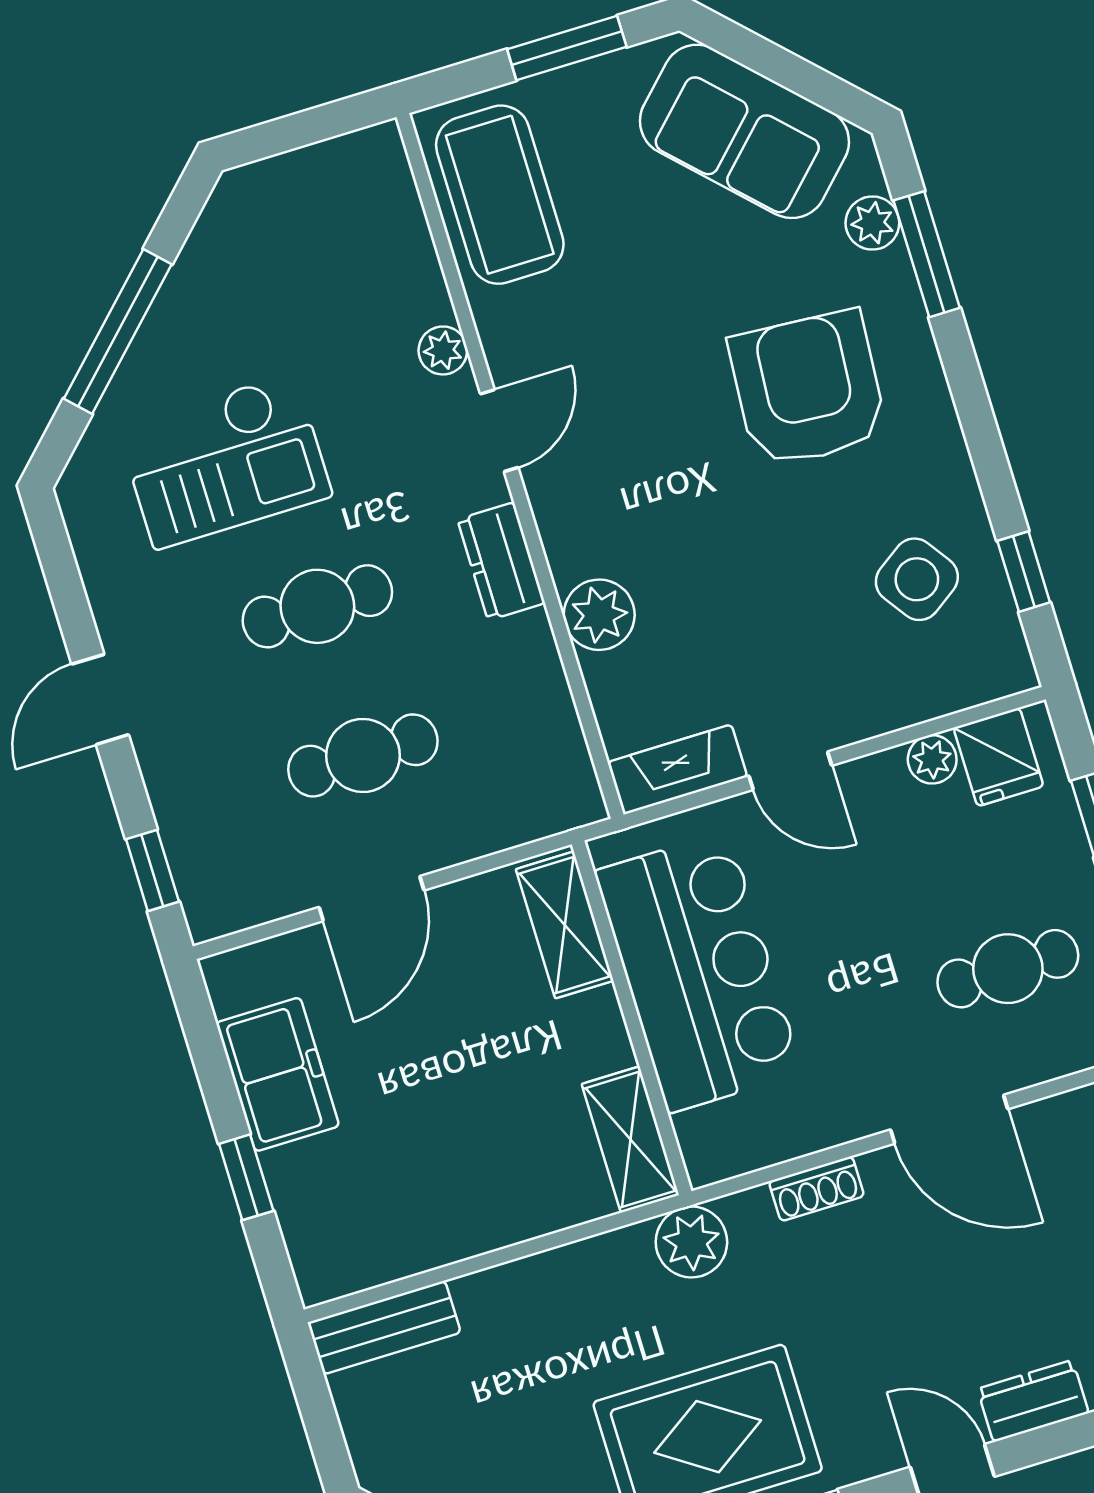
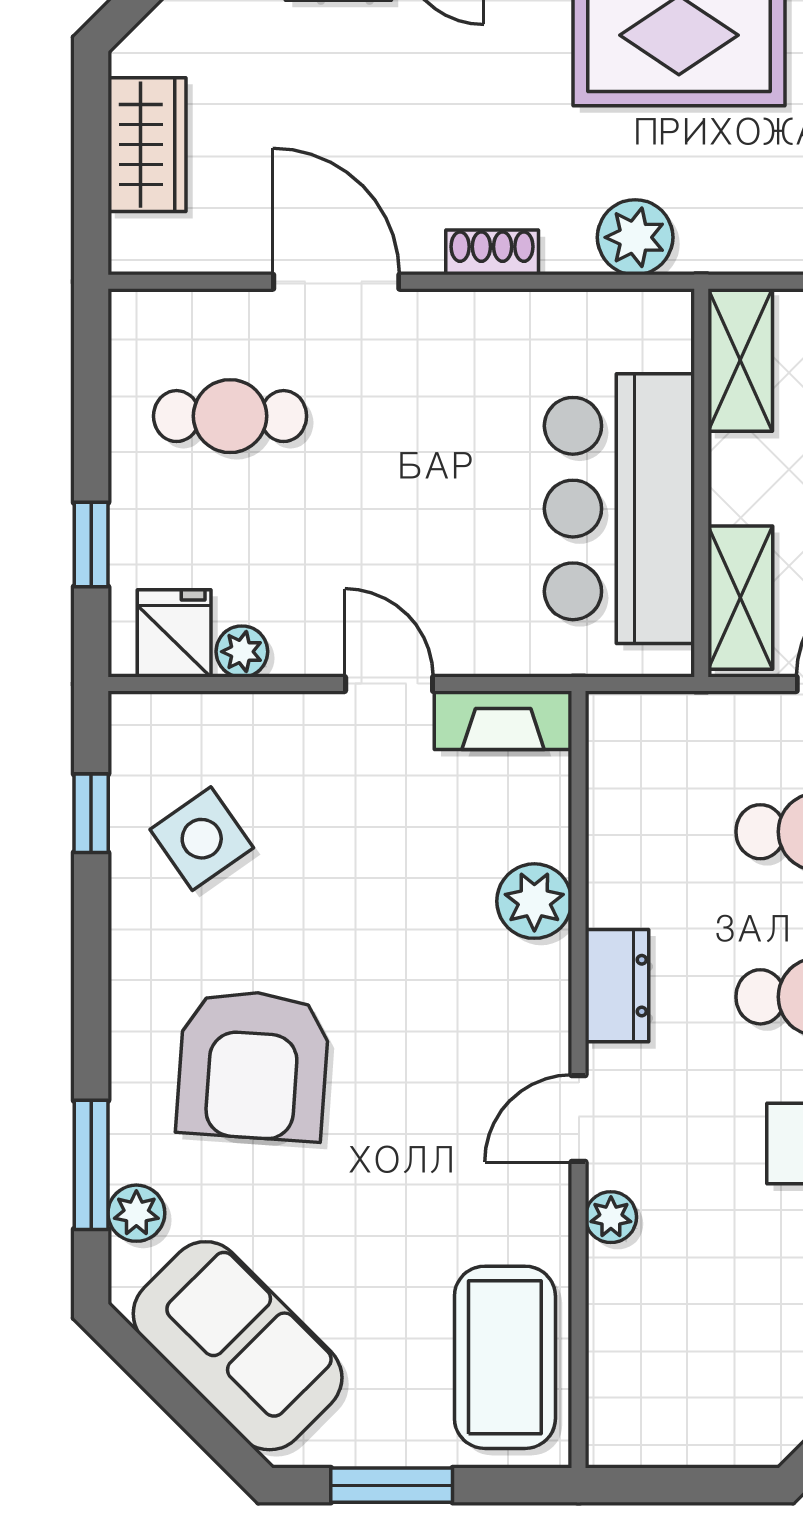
shelving: (565, 925) -> (740, 598), moved
bar counter: (698, 972) -> (619, 509), moved
wall: (632, 1018) -> (701, 483), moved
shelving: (630, 1139) -> (740, 360), moved

